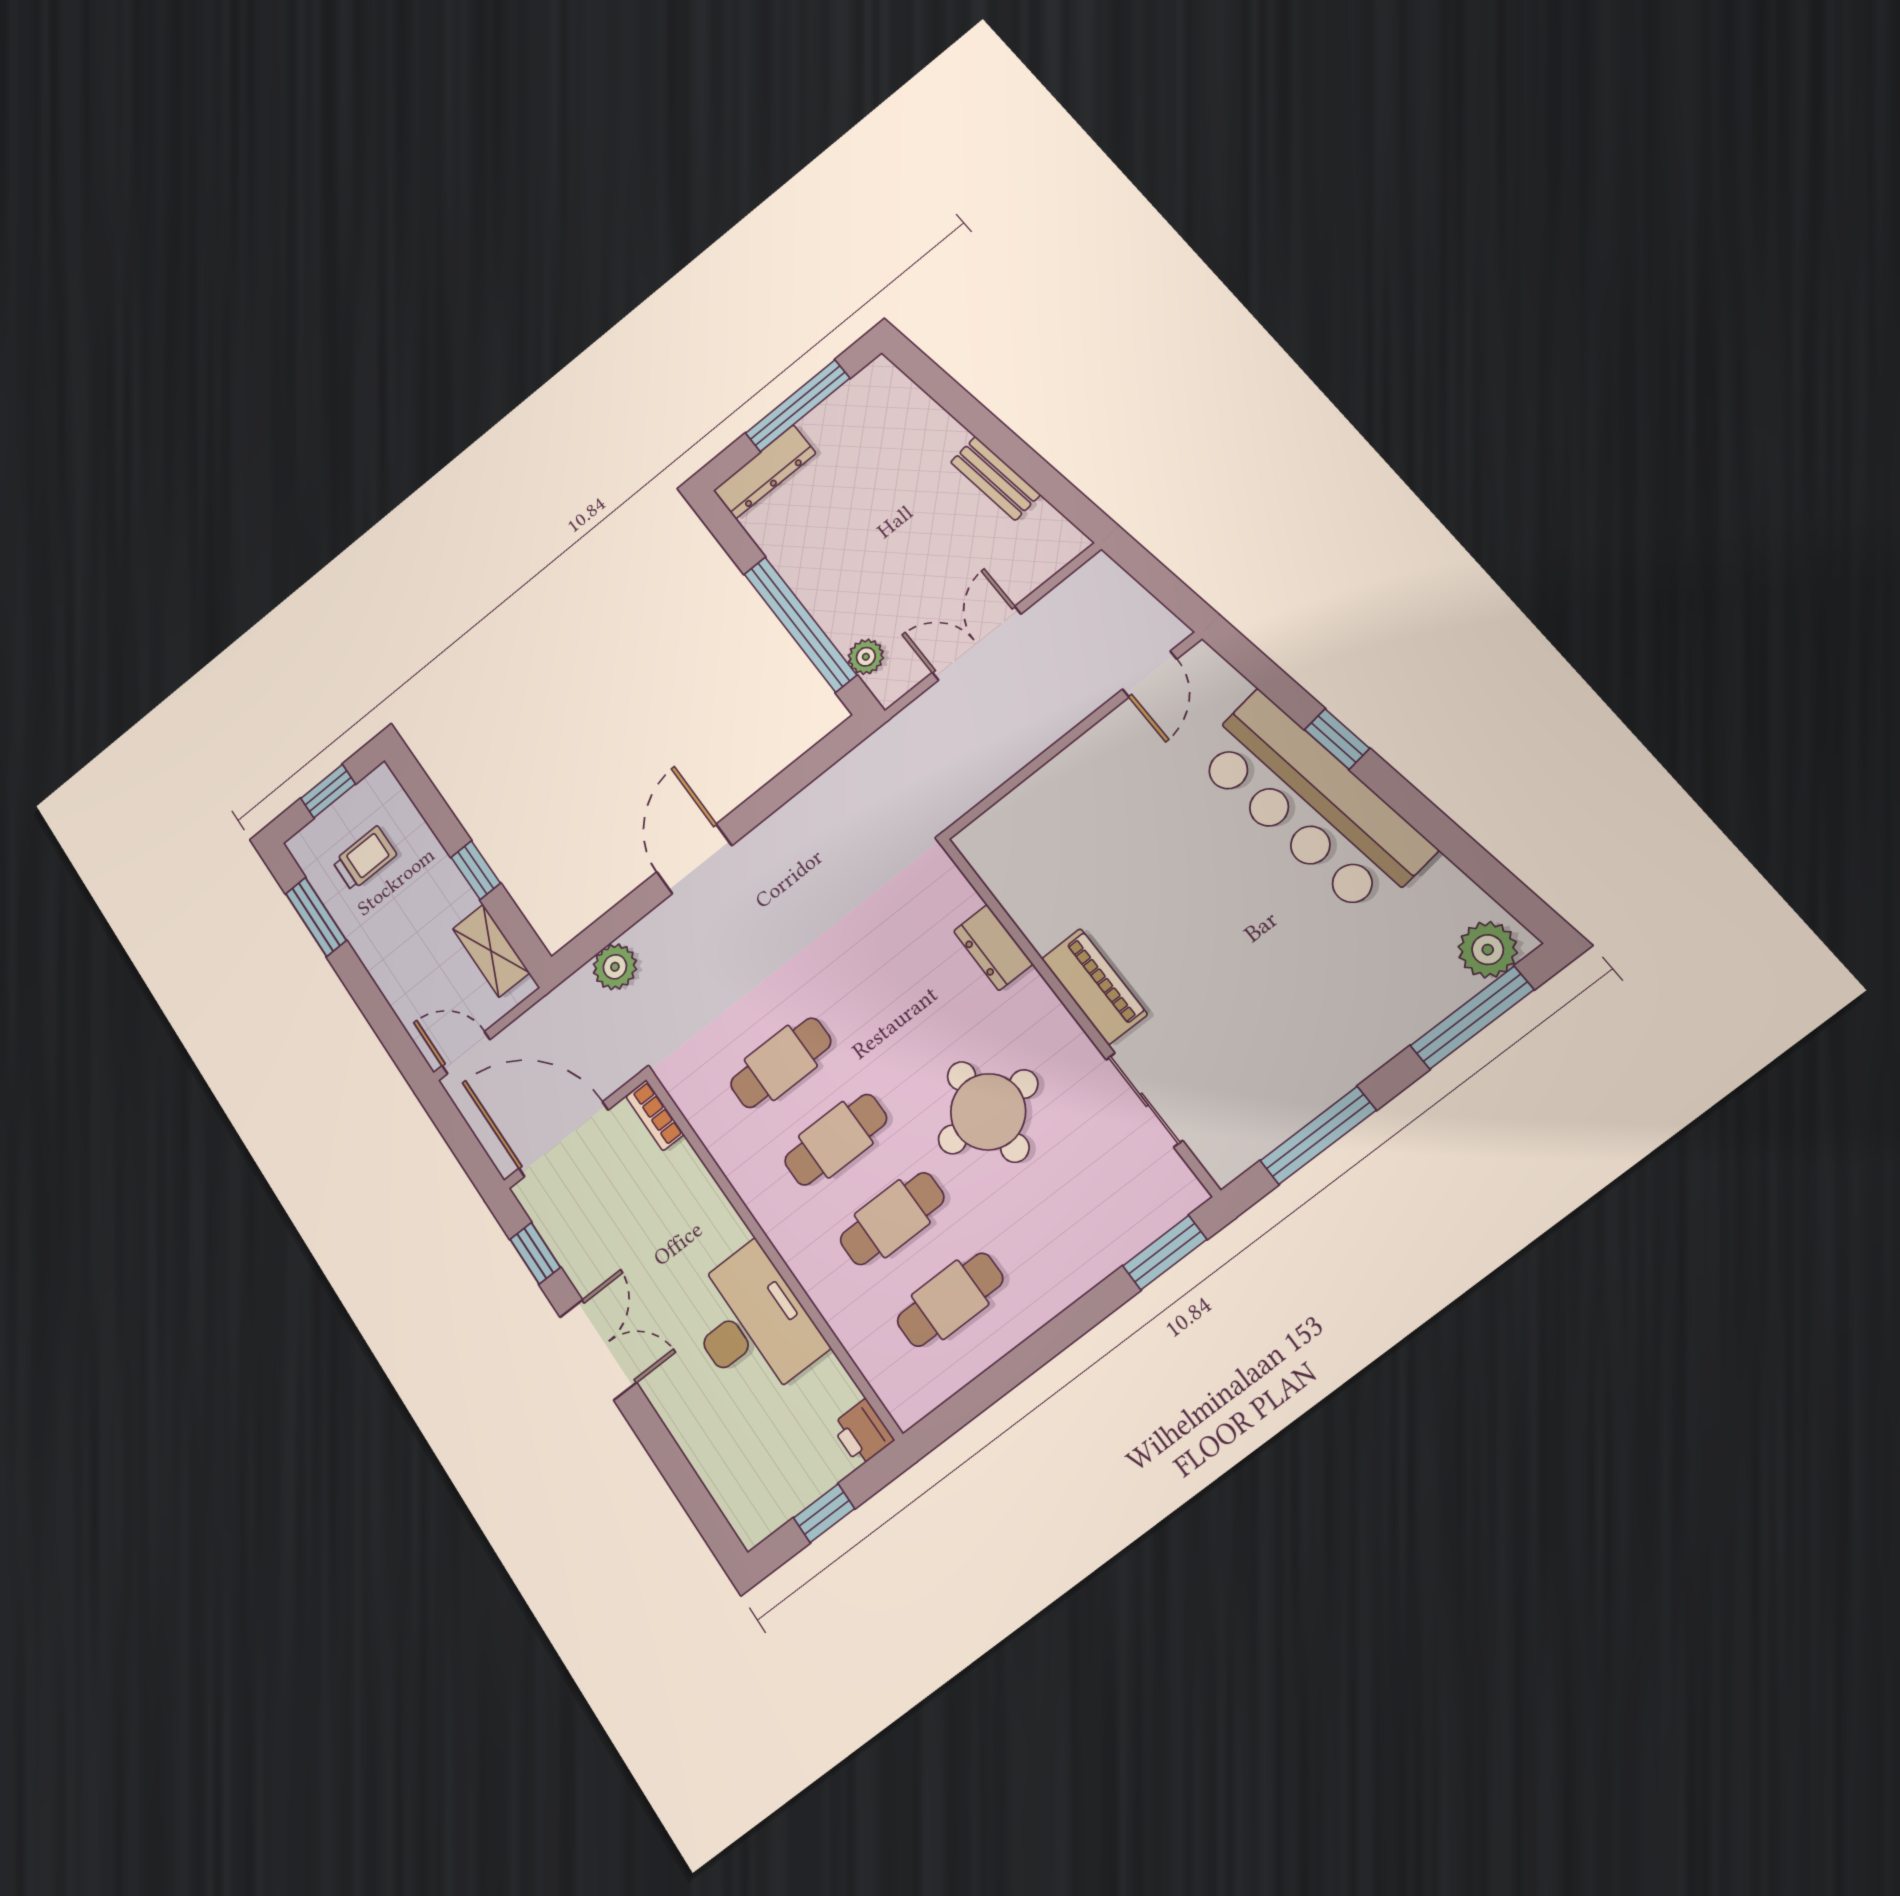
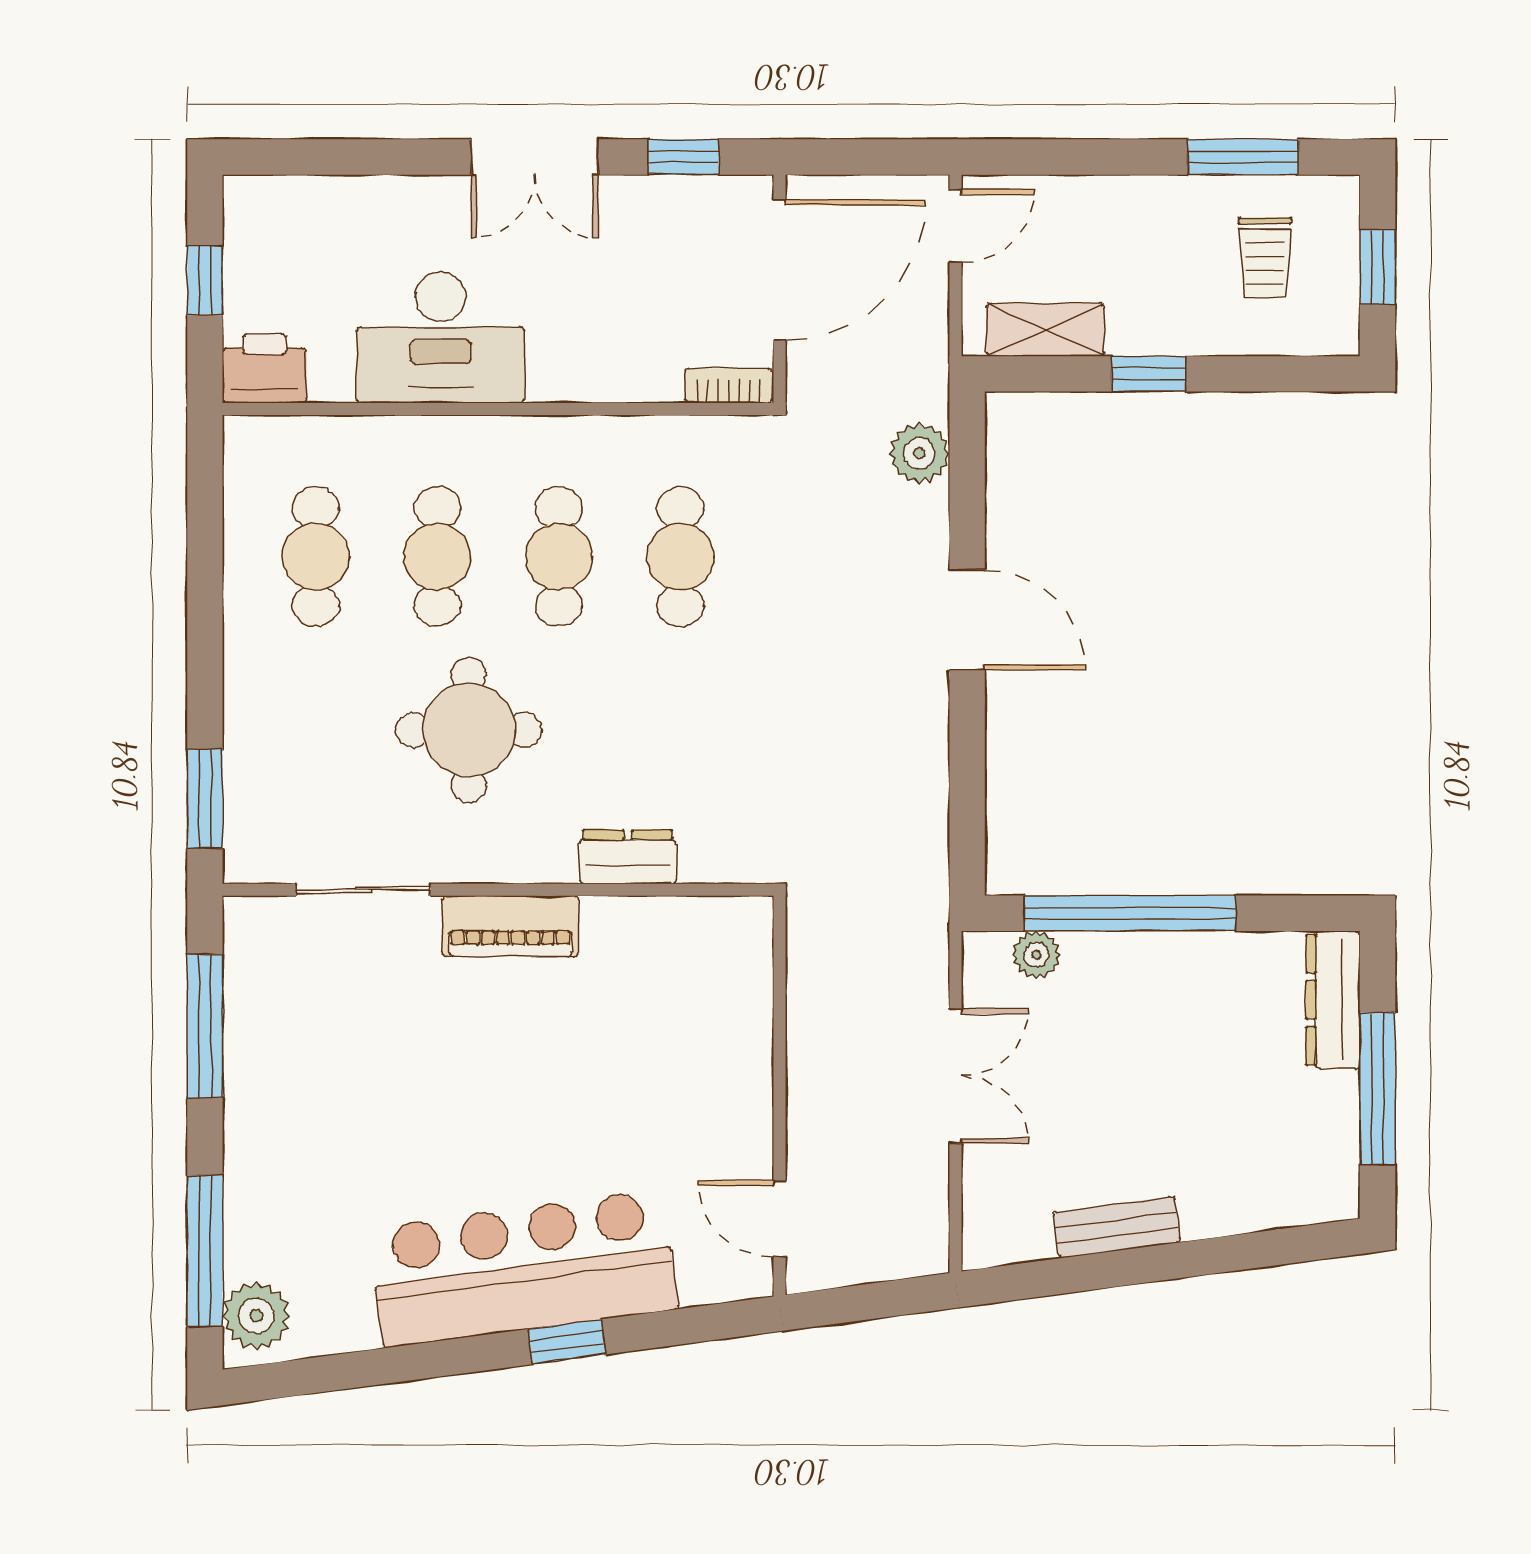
printer: (862, 1433) -> (264, 369), width x1.36, depth x1.24

